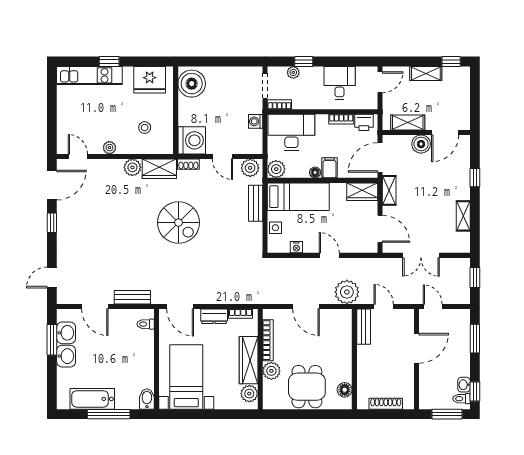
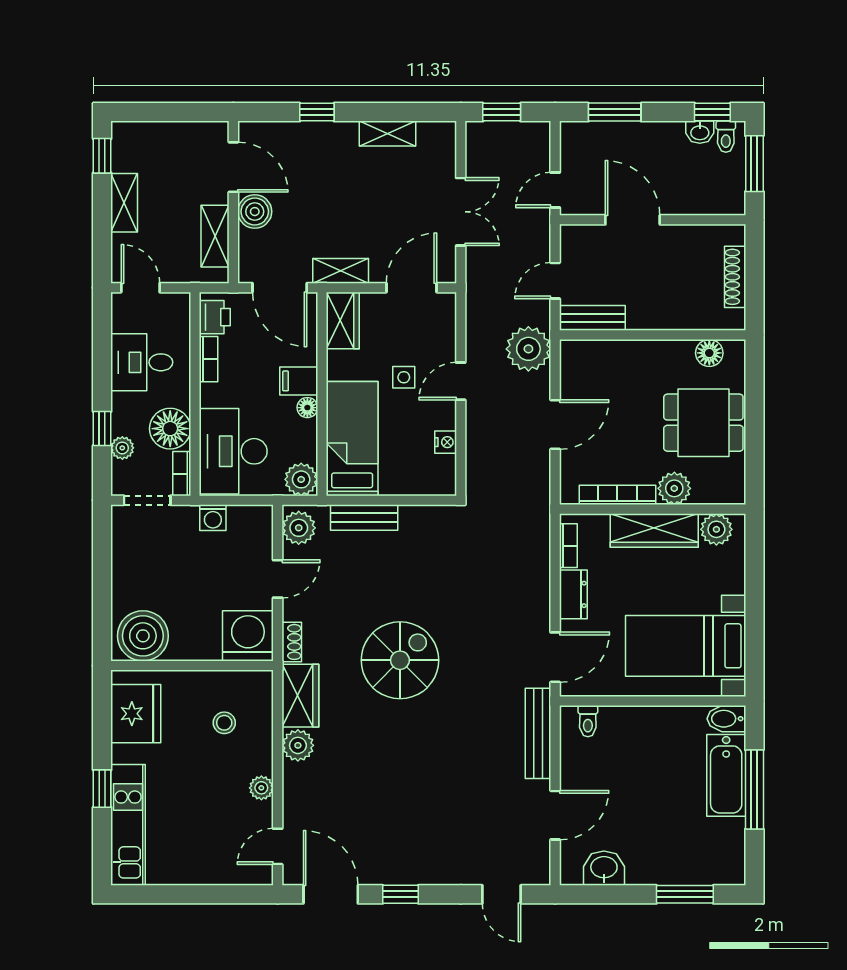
floor lamp: (304, 98) -> (170, 429), added
side table: (275, 228) -> (404, 377), moved
bench: (132, 297) -> (538, 733), width x1.36
window: (52, 340) -> (685, 894), moved
washbasin: (66, 356) -> (647, 868), removed
bathtub: (92, 399) -> (726, 775), moved

